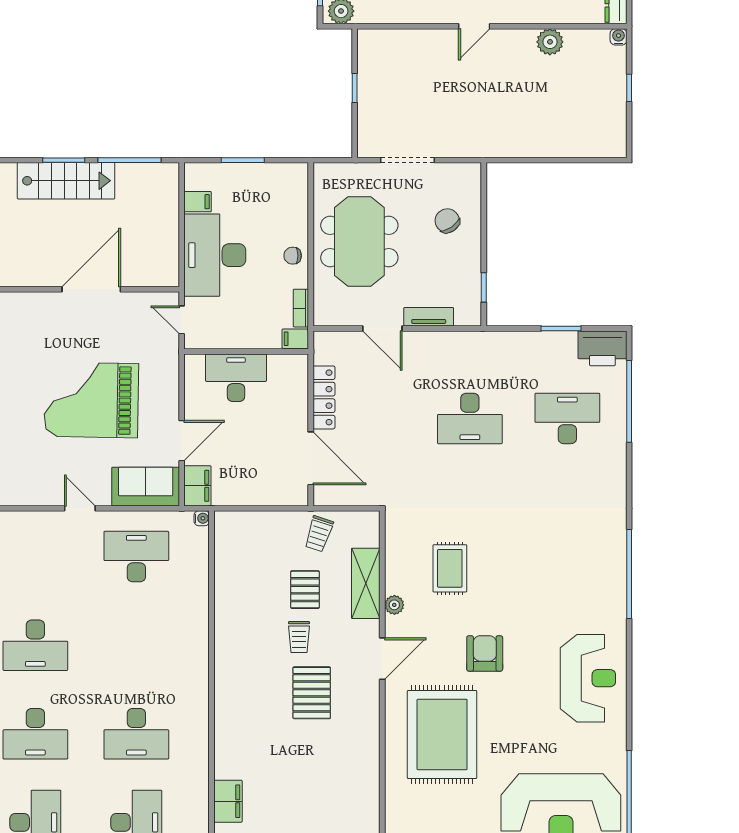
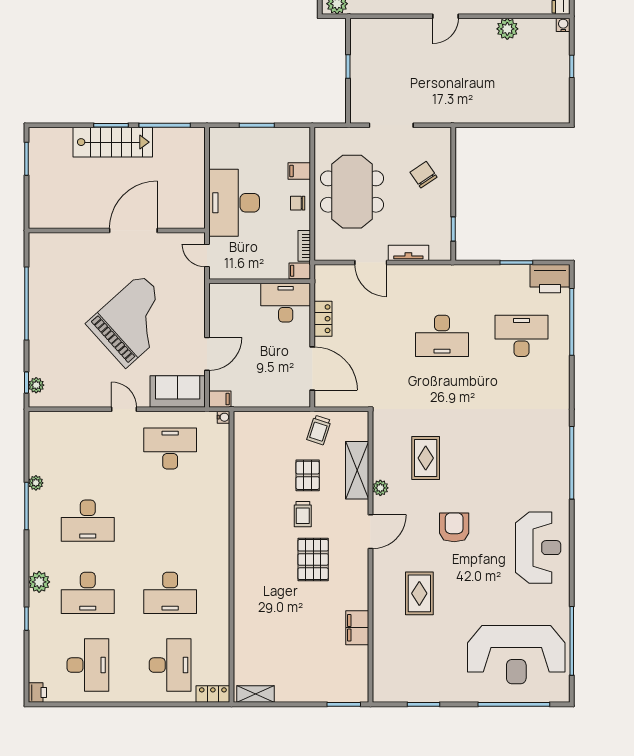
filing cabinet: (198, 202) -> (299, 171), moved, turned 180
desk: (236, 378) -> (286, 303), moved
locker: (324, 397) -> (323, 319), width x0.66
grand piano: (91, 400) -> (133, 321), turned 137
filing cabinet: (197, 486) -> (220, 399), width x0.50
rug: (442, 735) -> (419, 593), width x0.54, depth x0.49
filing cabinet: (228, 801) -> (357, 628), moved, turned 180

